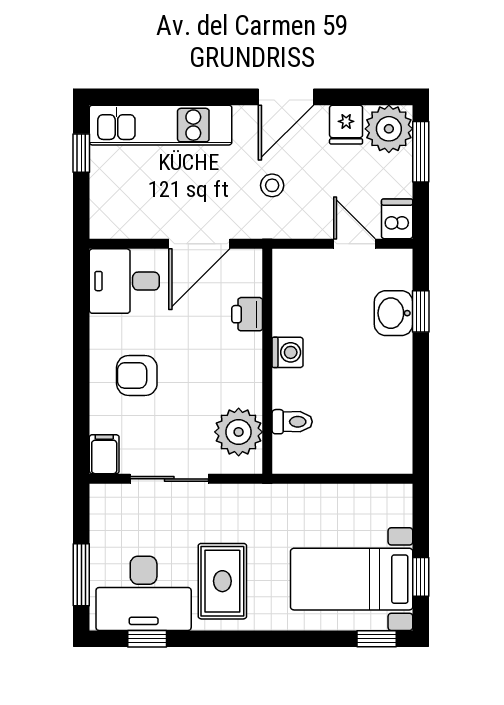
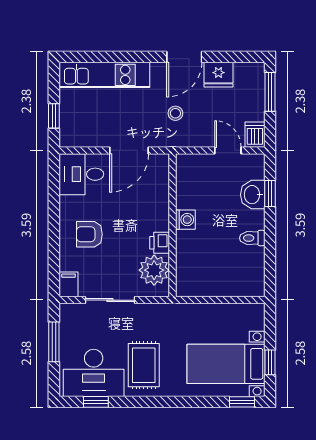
fridge: (346, 125) -> (218, 75), width x1.38
plant: (389, 129) -> (250, 77), removed
window: (81, 153) -> (54, 116), moved
printer: (247, 314) -> (160, 243), moved
toilet: (292, 422) -> (252, 238), moved, turned 180
window: (81, 575) -> (54, 342), moved

